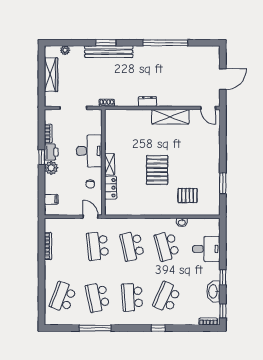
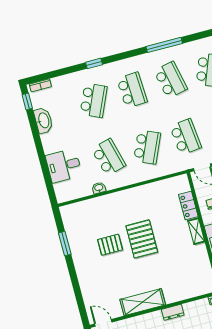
pallet: (188, 196) -> (110, 245), moved
school desk: (132, 246) -> (147, 147), turned 36
window: (223, 277) -> (37, 139), removed

